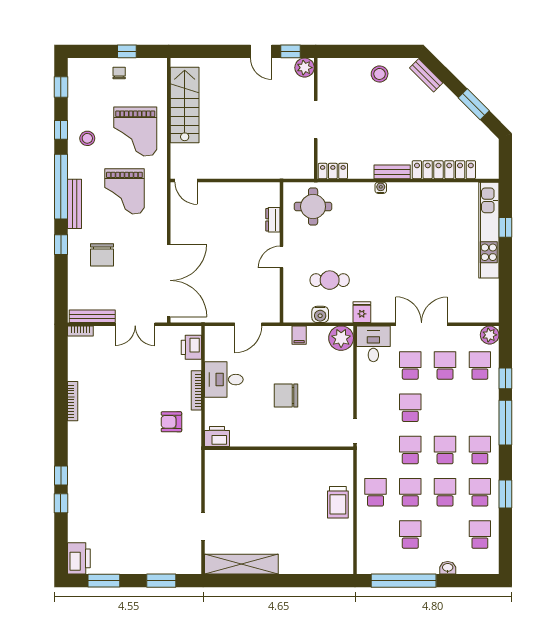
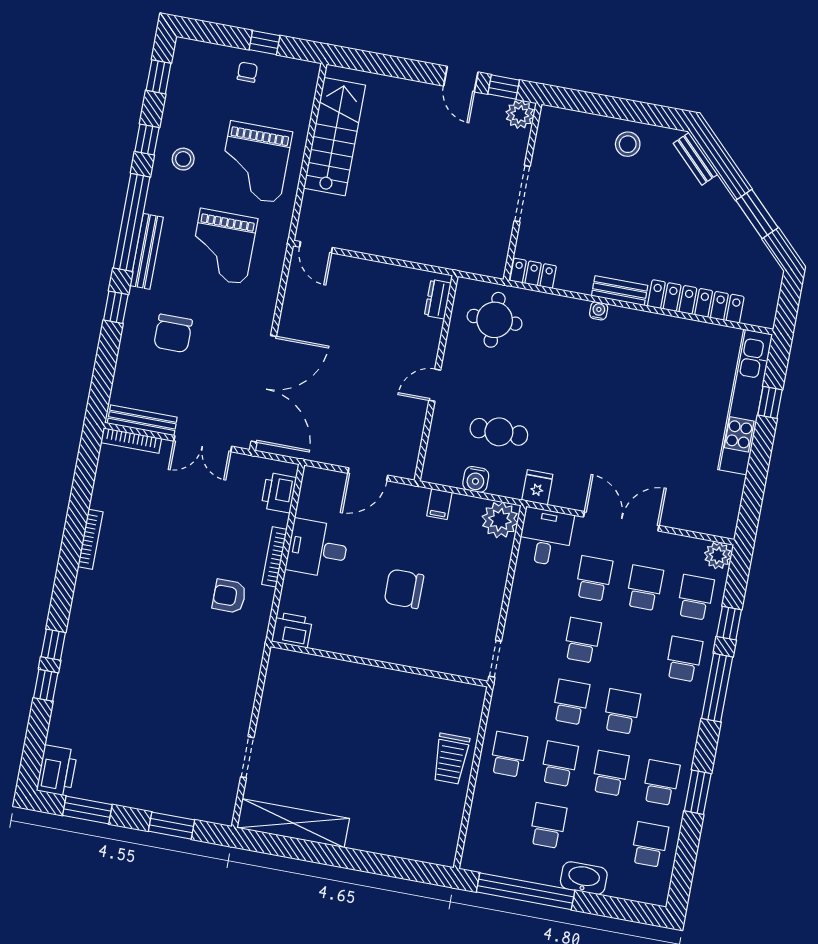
dresser: (273, 220) -> (438, 299), moved
bookcase: (80, 331) -> (131, 441), width x1.56
school desk: (480, 450) -> (684, 659), moved
washbasin: (448, 568) -> (584, 878), width x1.91, depth x1.45

